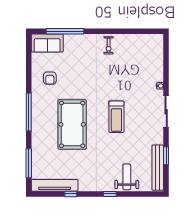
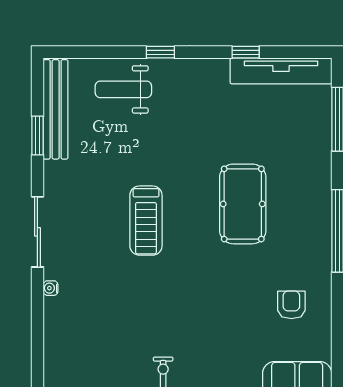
treadmill: (116, 117) -> (146, 221), turned 180
pool table: (72, 124) -> (243, 204), width x0.73, depth x0.76
weight bench: (127, 177) -> (123, 89), turned 90

